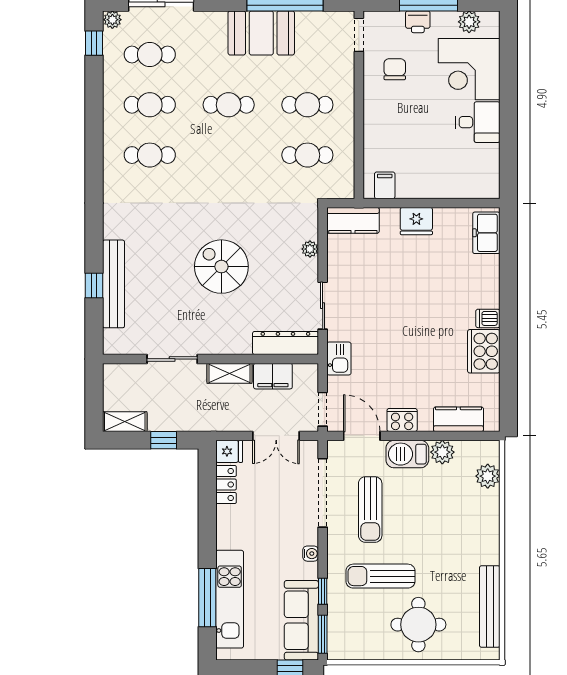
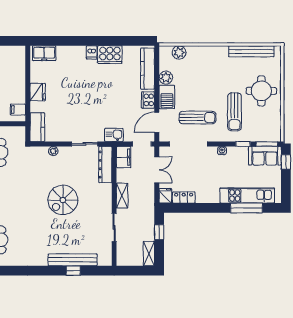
filing cabinet: (273, 376) -> (124, 157), moved
kitchen counter: (458, 419) -> (148, 69), width x1.50
sofa: (301, 620) -> (265, 156), width x0.73

